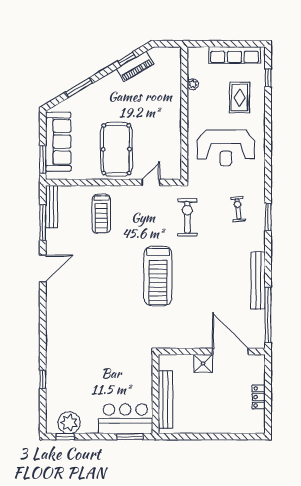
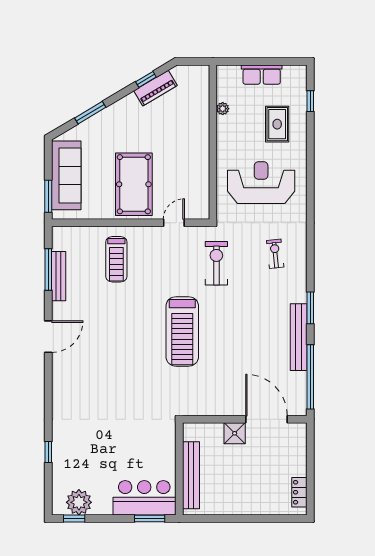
row of seats: (235, 55) -> (262, 75), width x0.68
reception desk: (226, 148) -> (261, 183), turned 180
bench: (52, 207) -> (59, 276), moved
window: (268, 217) -> (310, 308), moved
door: (43, 268) -> (48, 337), moved
locker: (259, 397) -> (299, 492), moved

